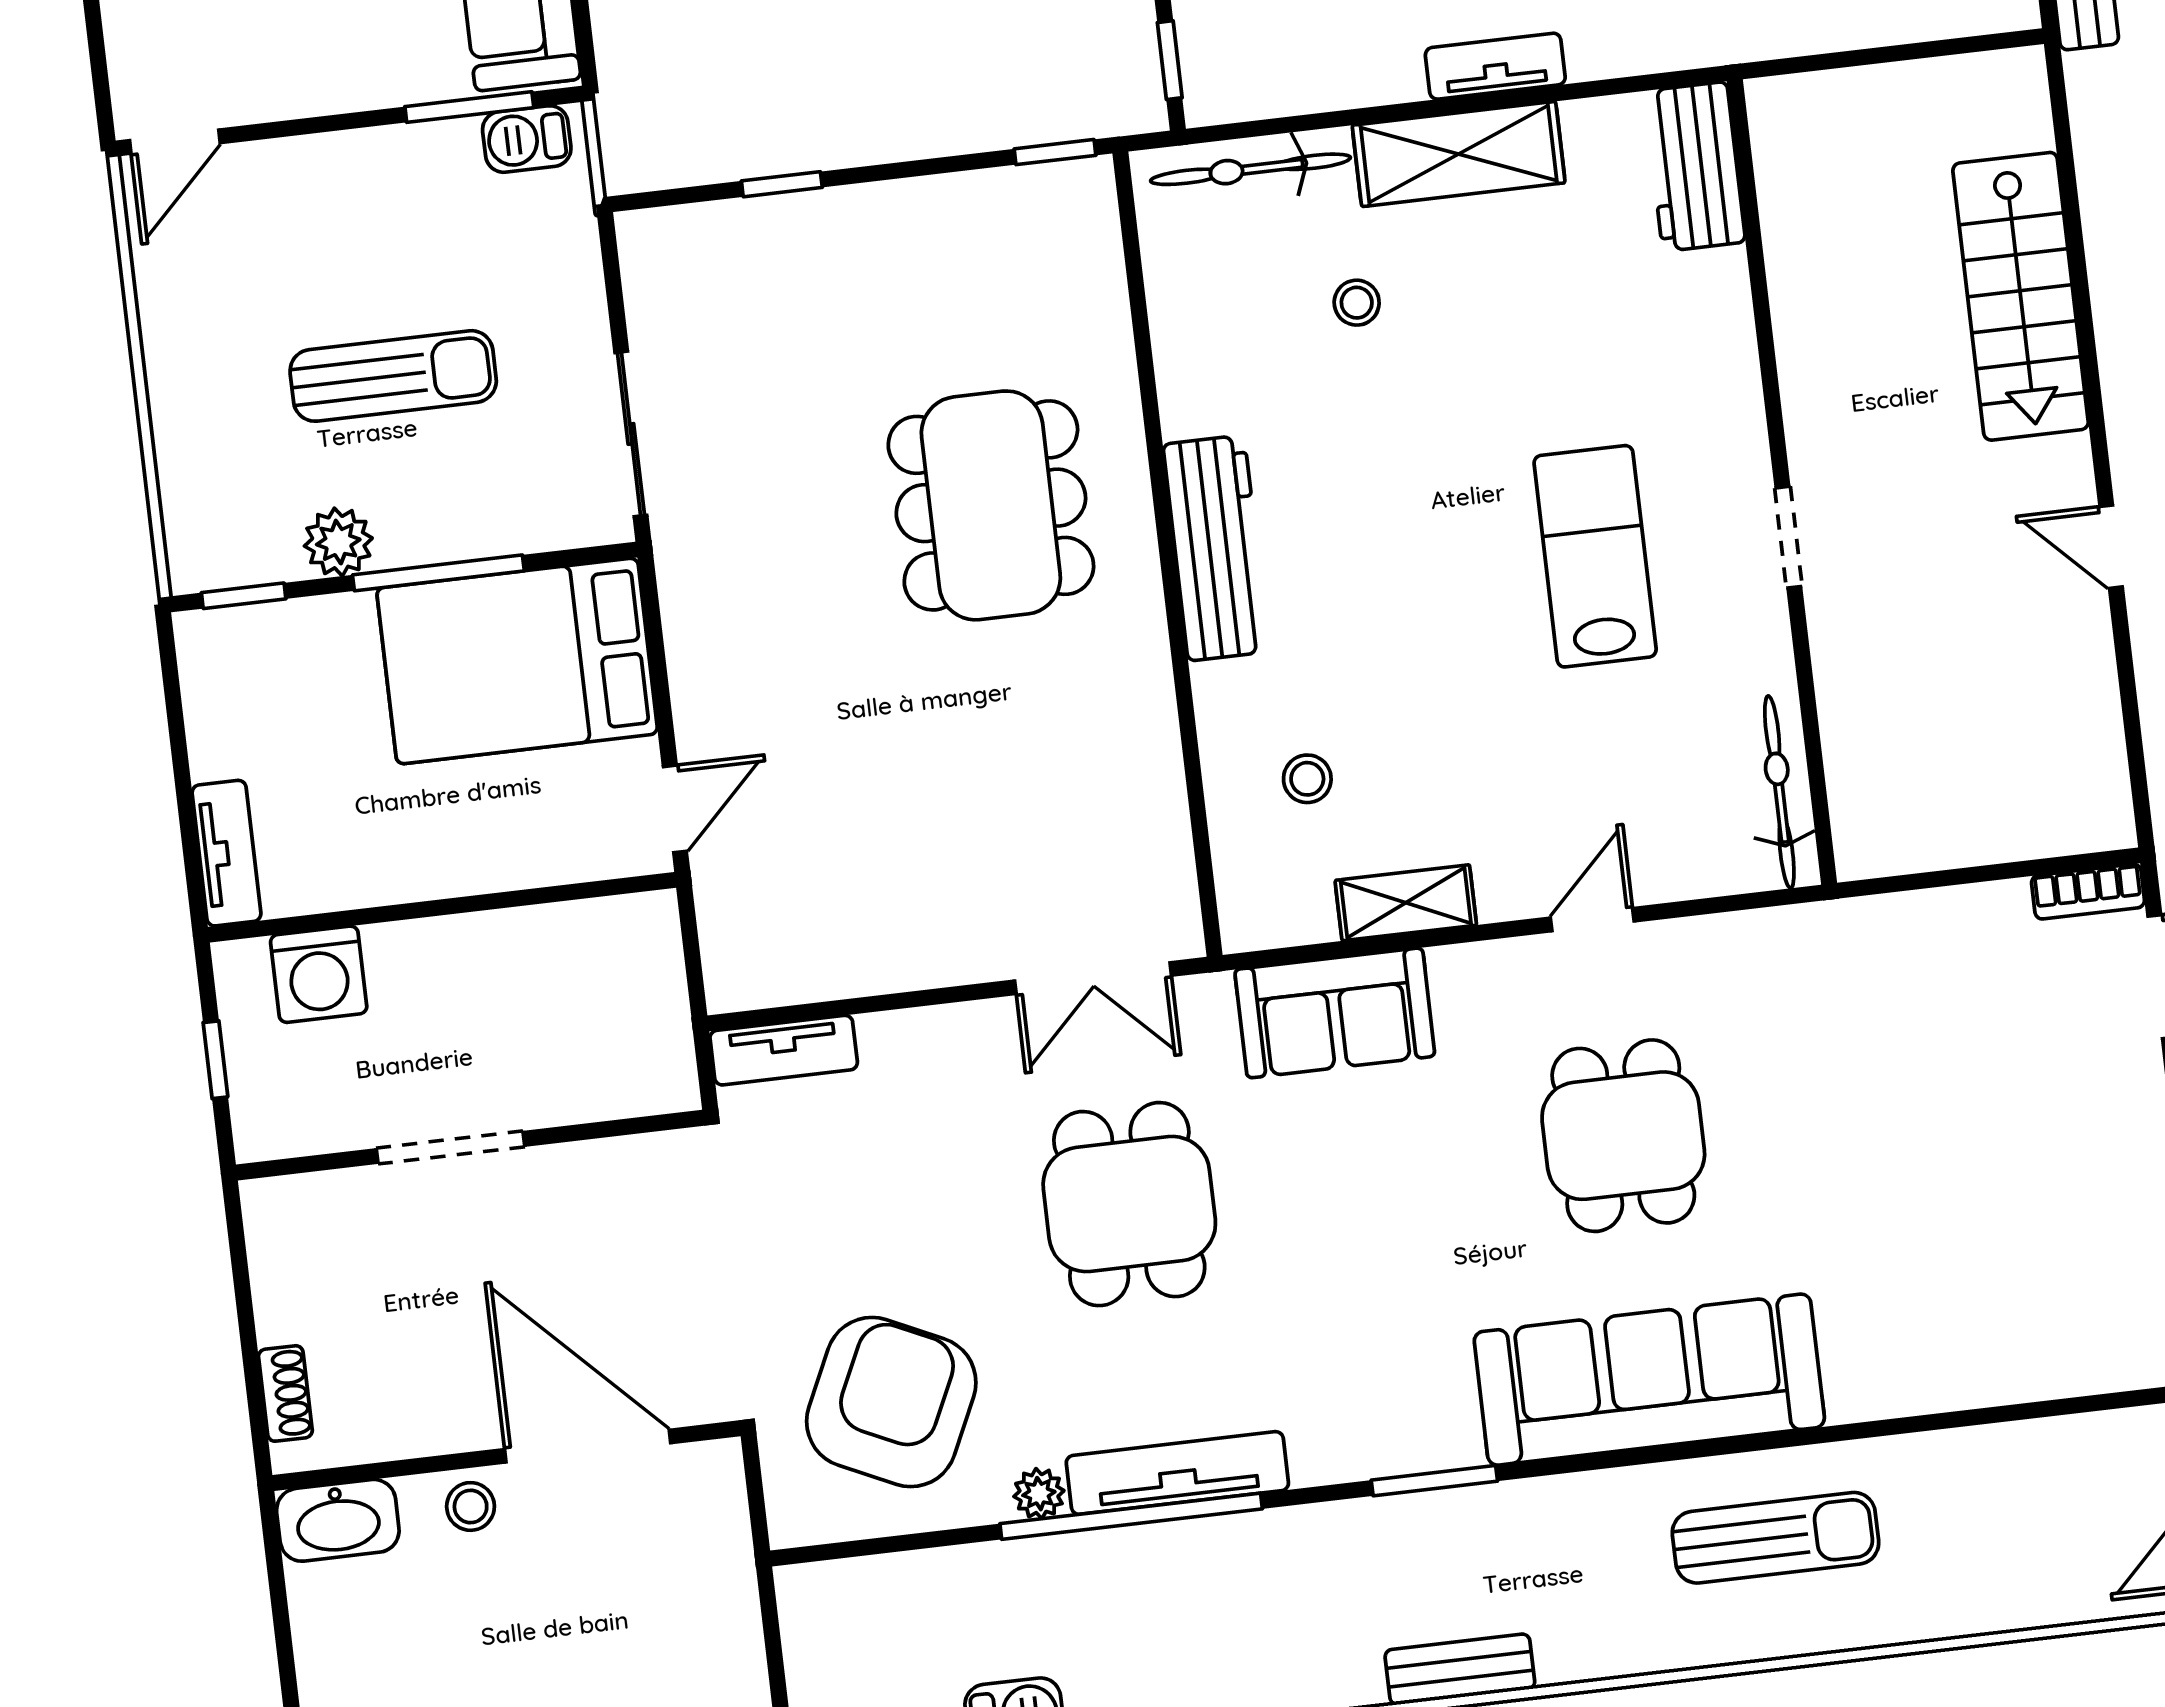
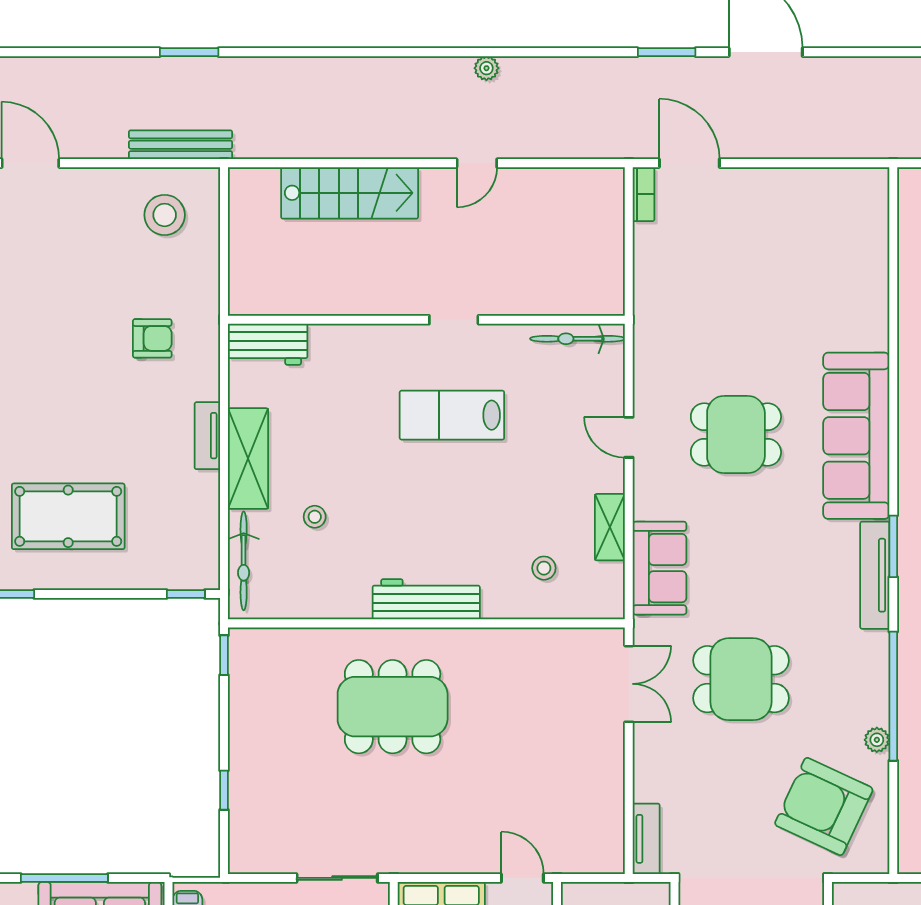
tv unit: (1177, 1473) -> (875, 575), moved

